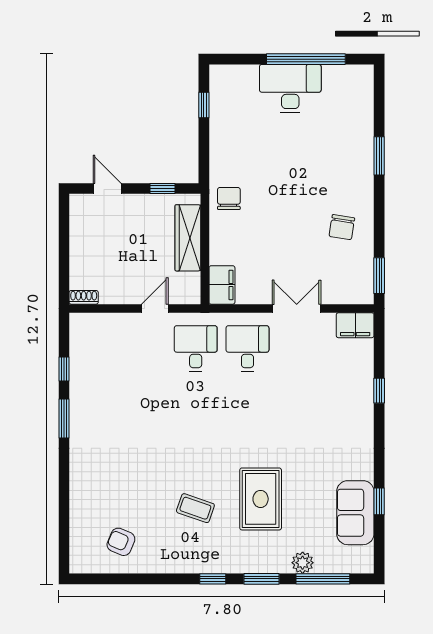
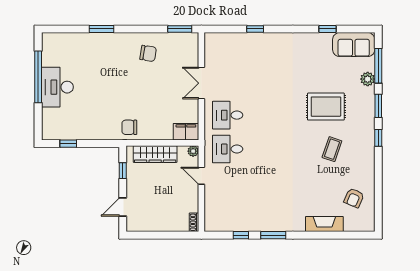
plant: (192, 296) -> (193, 151), added
filing cabinet: (355, 325) -> (212, 45), removed
fireplace: (81, 497) -> (324, 224), added
sofa: (355, 513) -> (354, 45), moved

